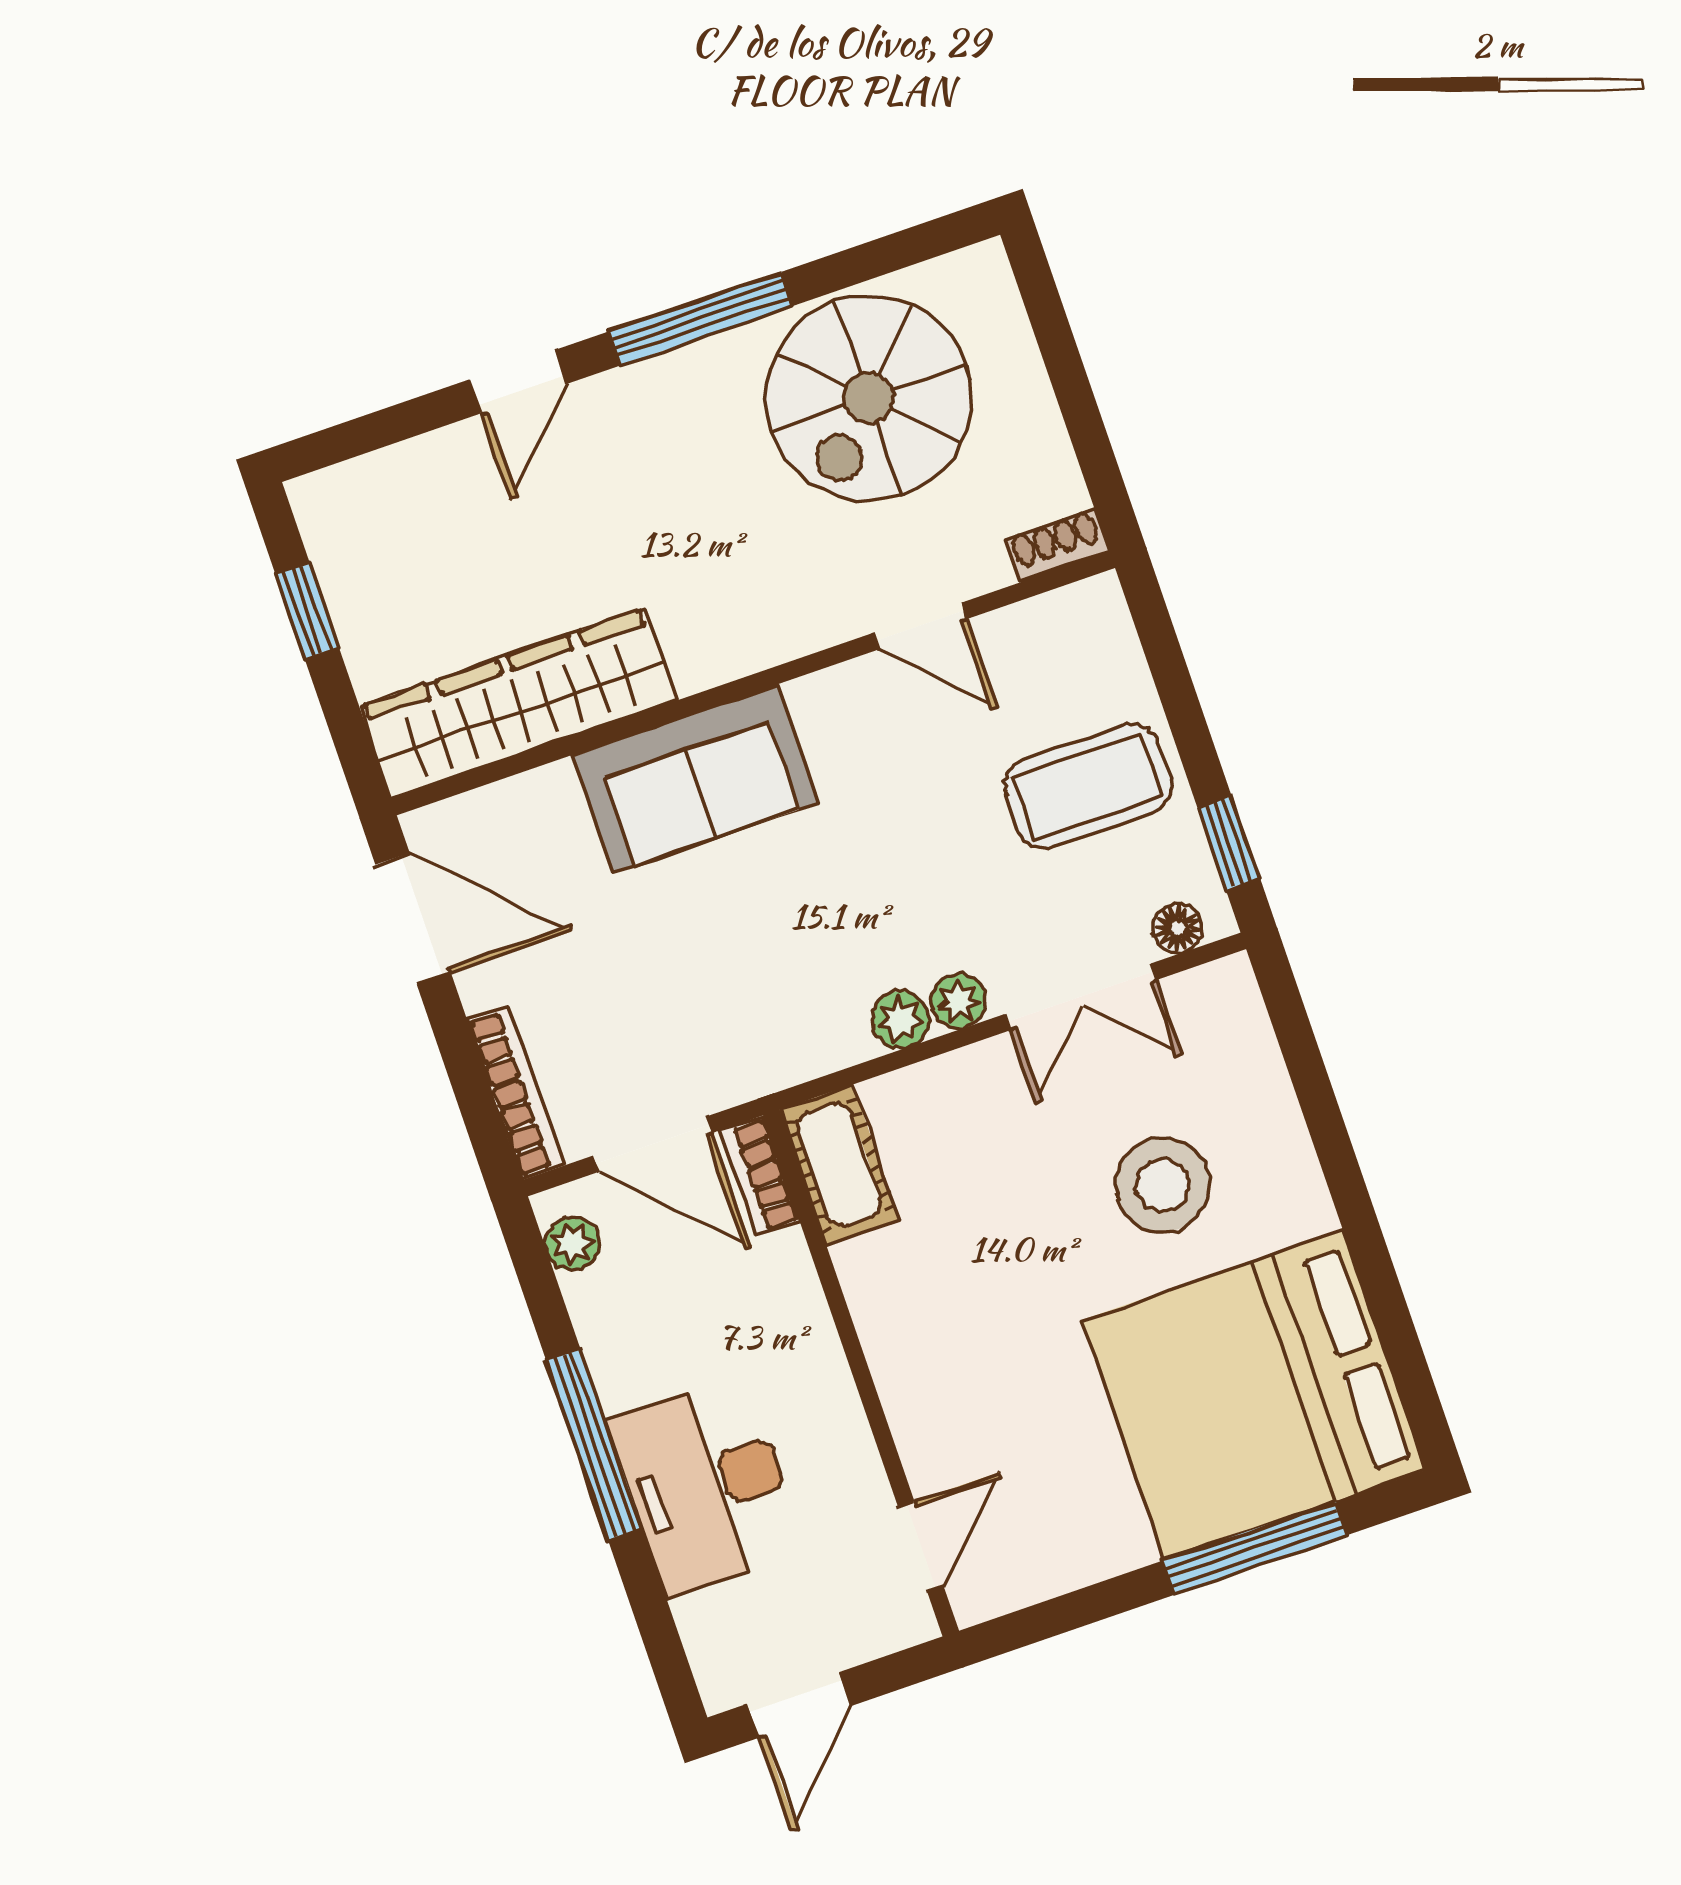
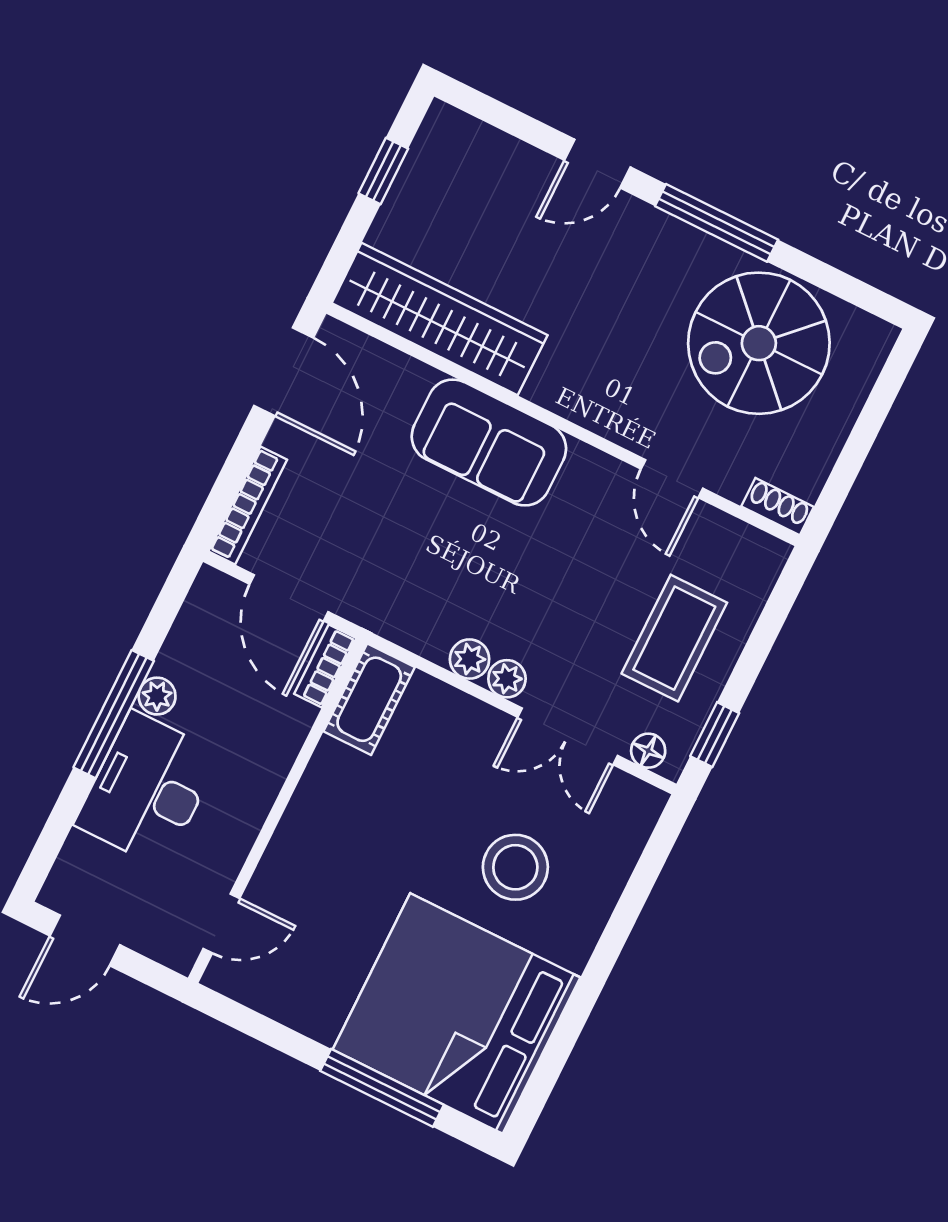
coffee table: (1088, 786) -> (674, 638), turned 90
plant: (572, 1244) -> (157, 696), moved

